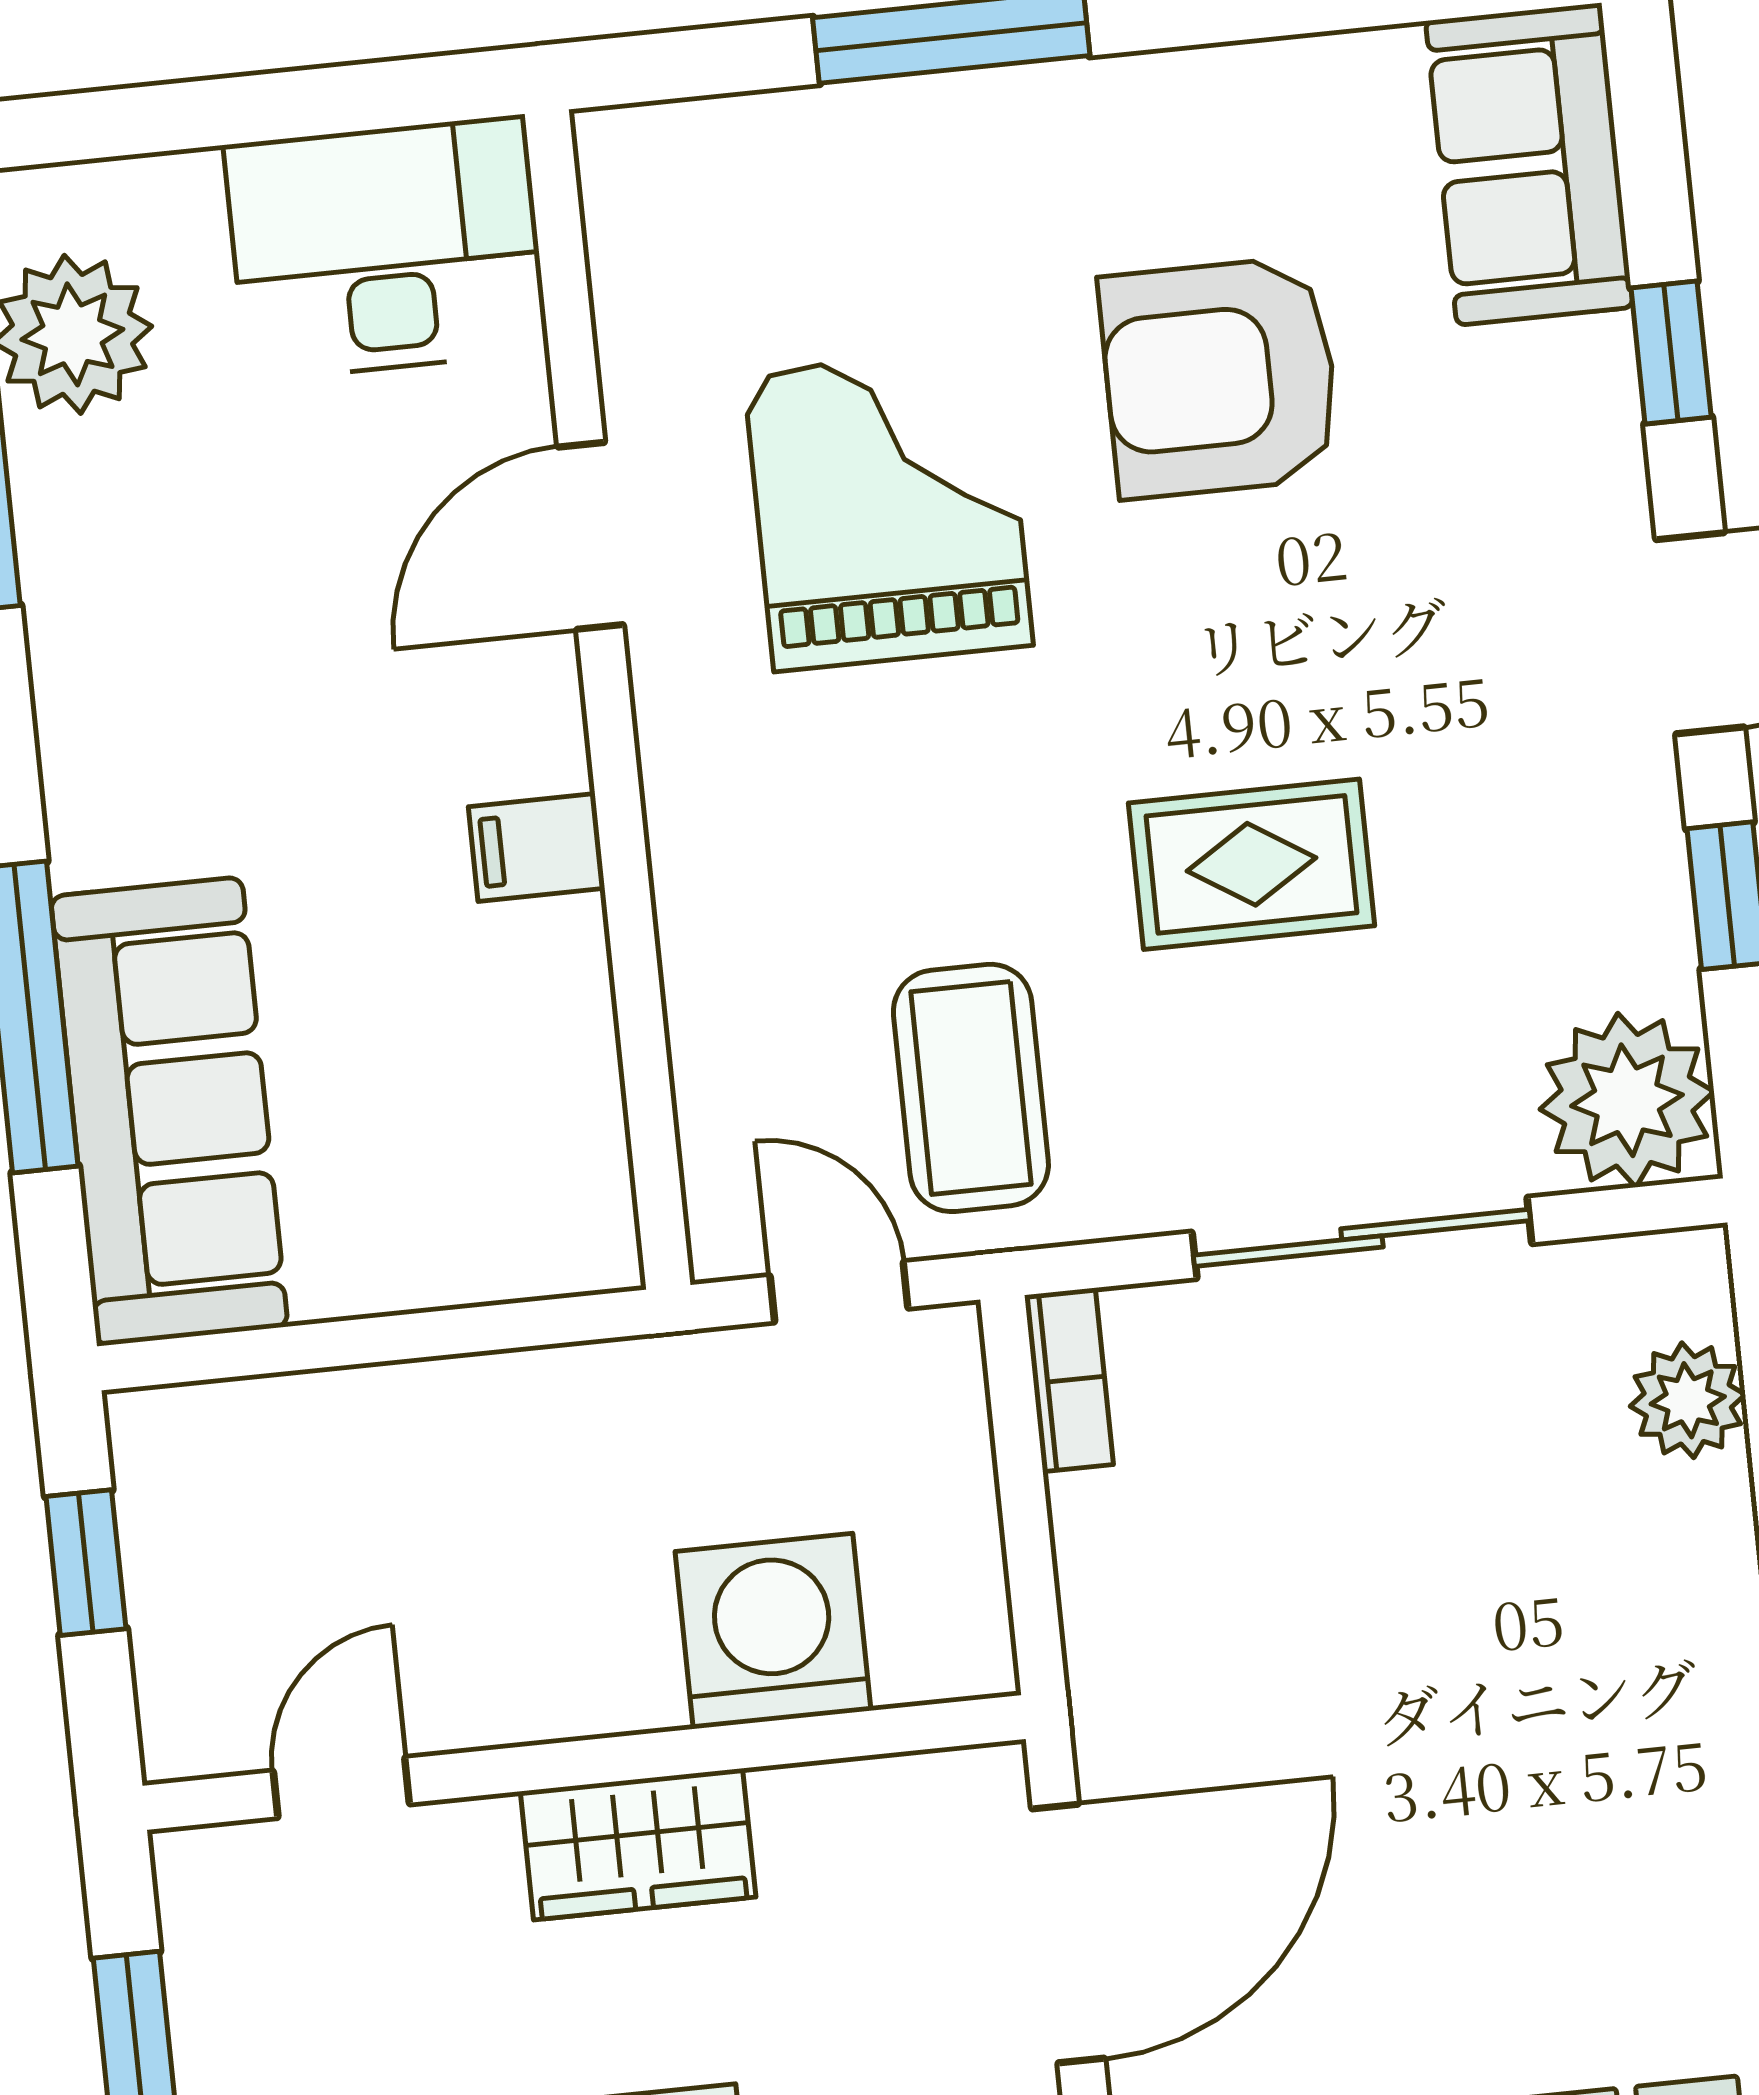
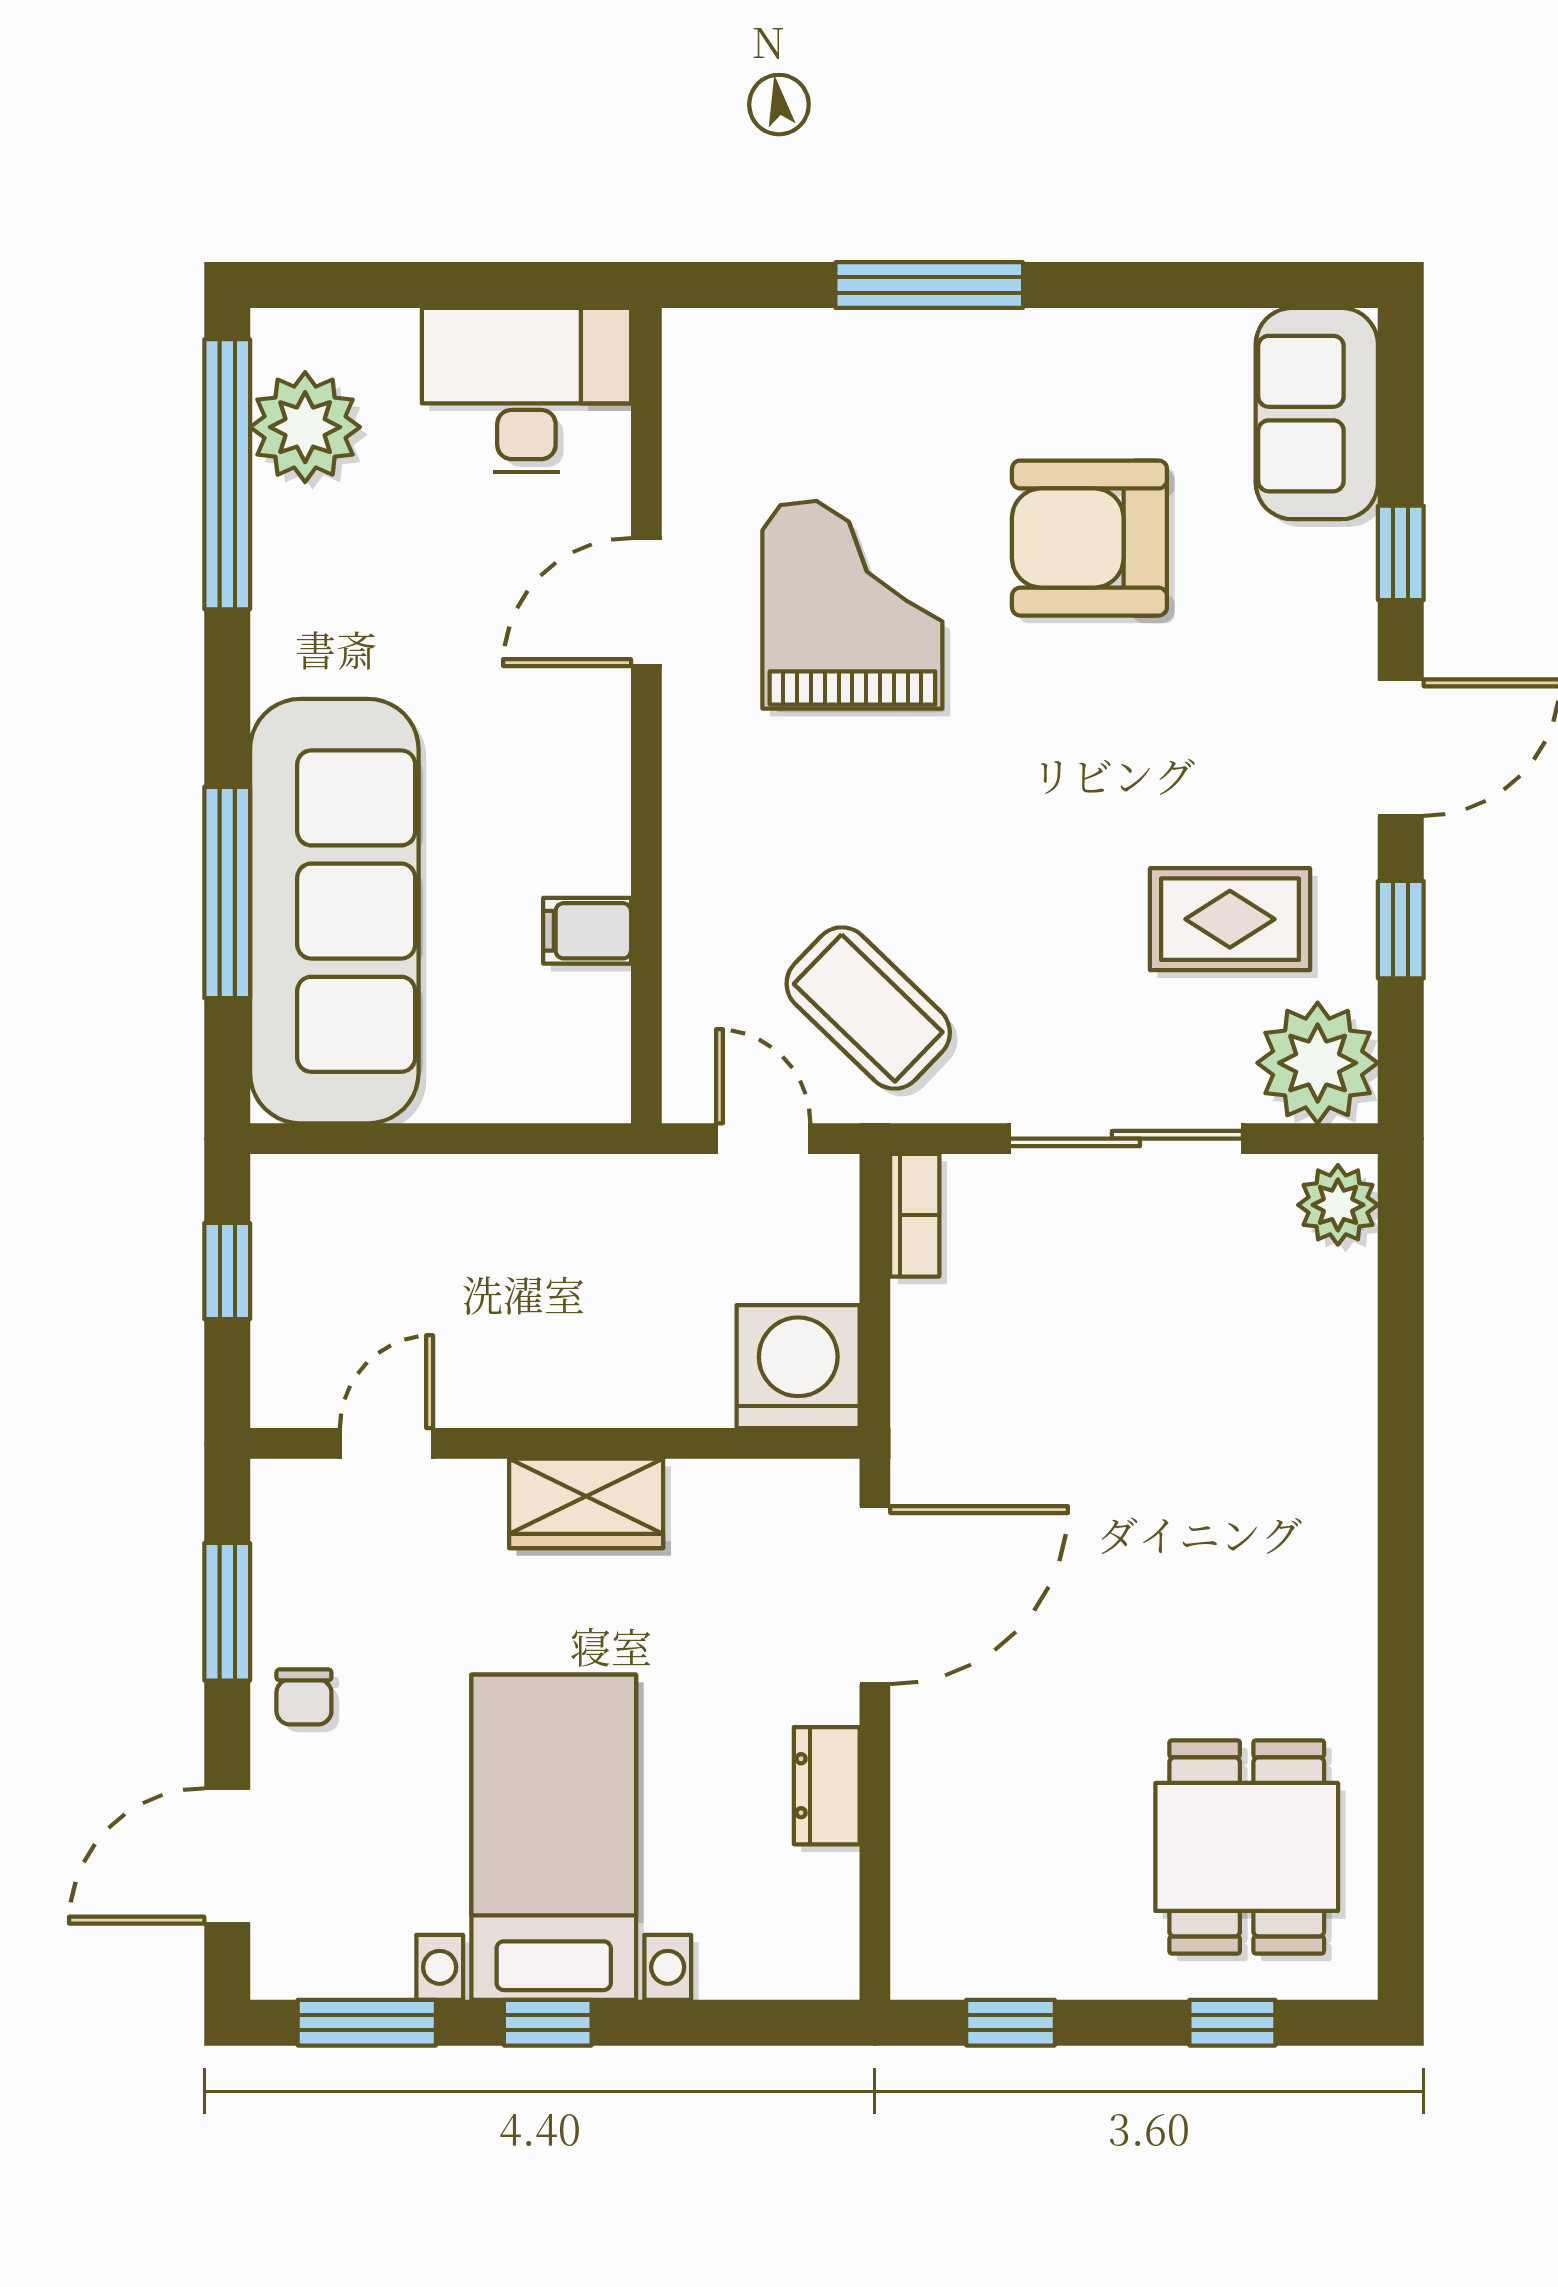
filing cabinet: (537, 848) -> (587, 931), moved
rug: (1251, 864) -> (1230, 919), moved
coffee table: (971, 1088) -> (868, 1008), turned -46
sofa: (169, 1111) -> (334, 911), width x1.36, depth x1.27
plant: (1688, 1400) -> (1338, 1205), moved
washing machine: (773, 1631) -> (798, 1367), moved

